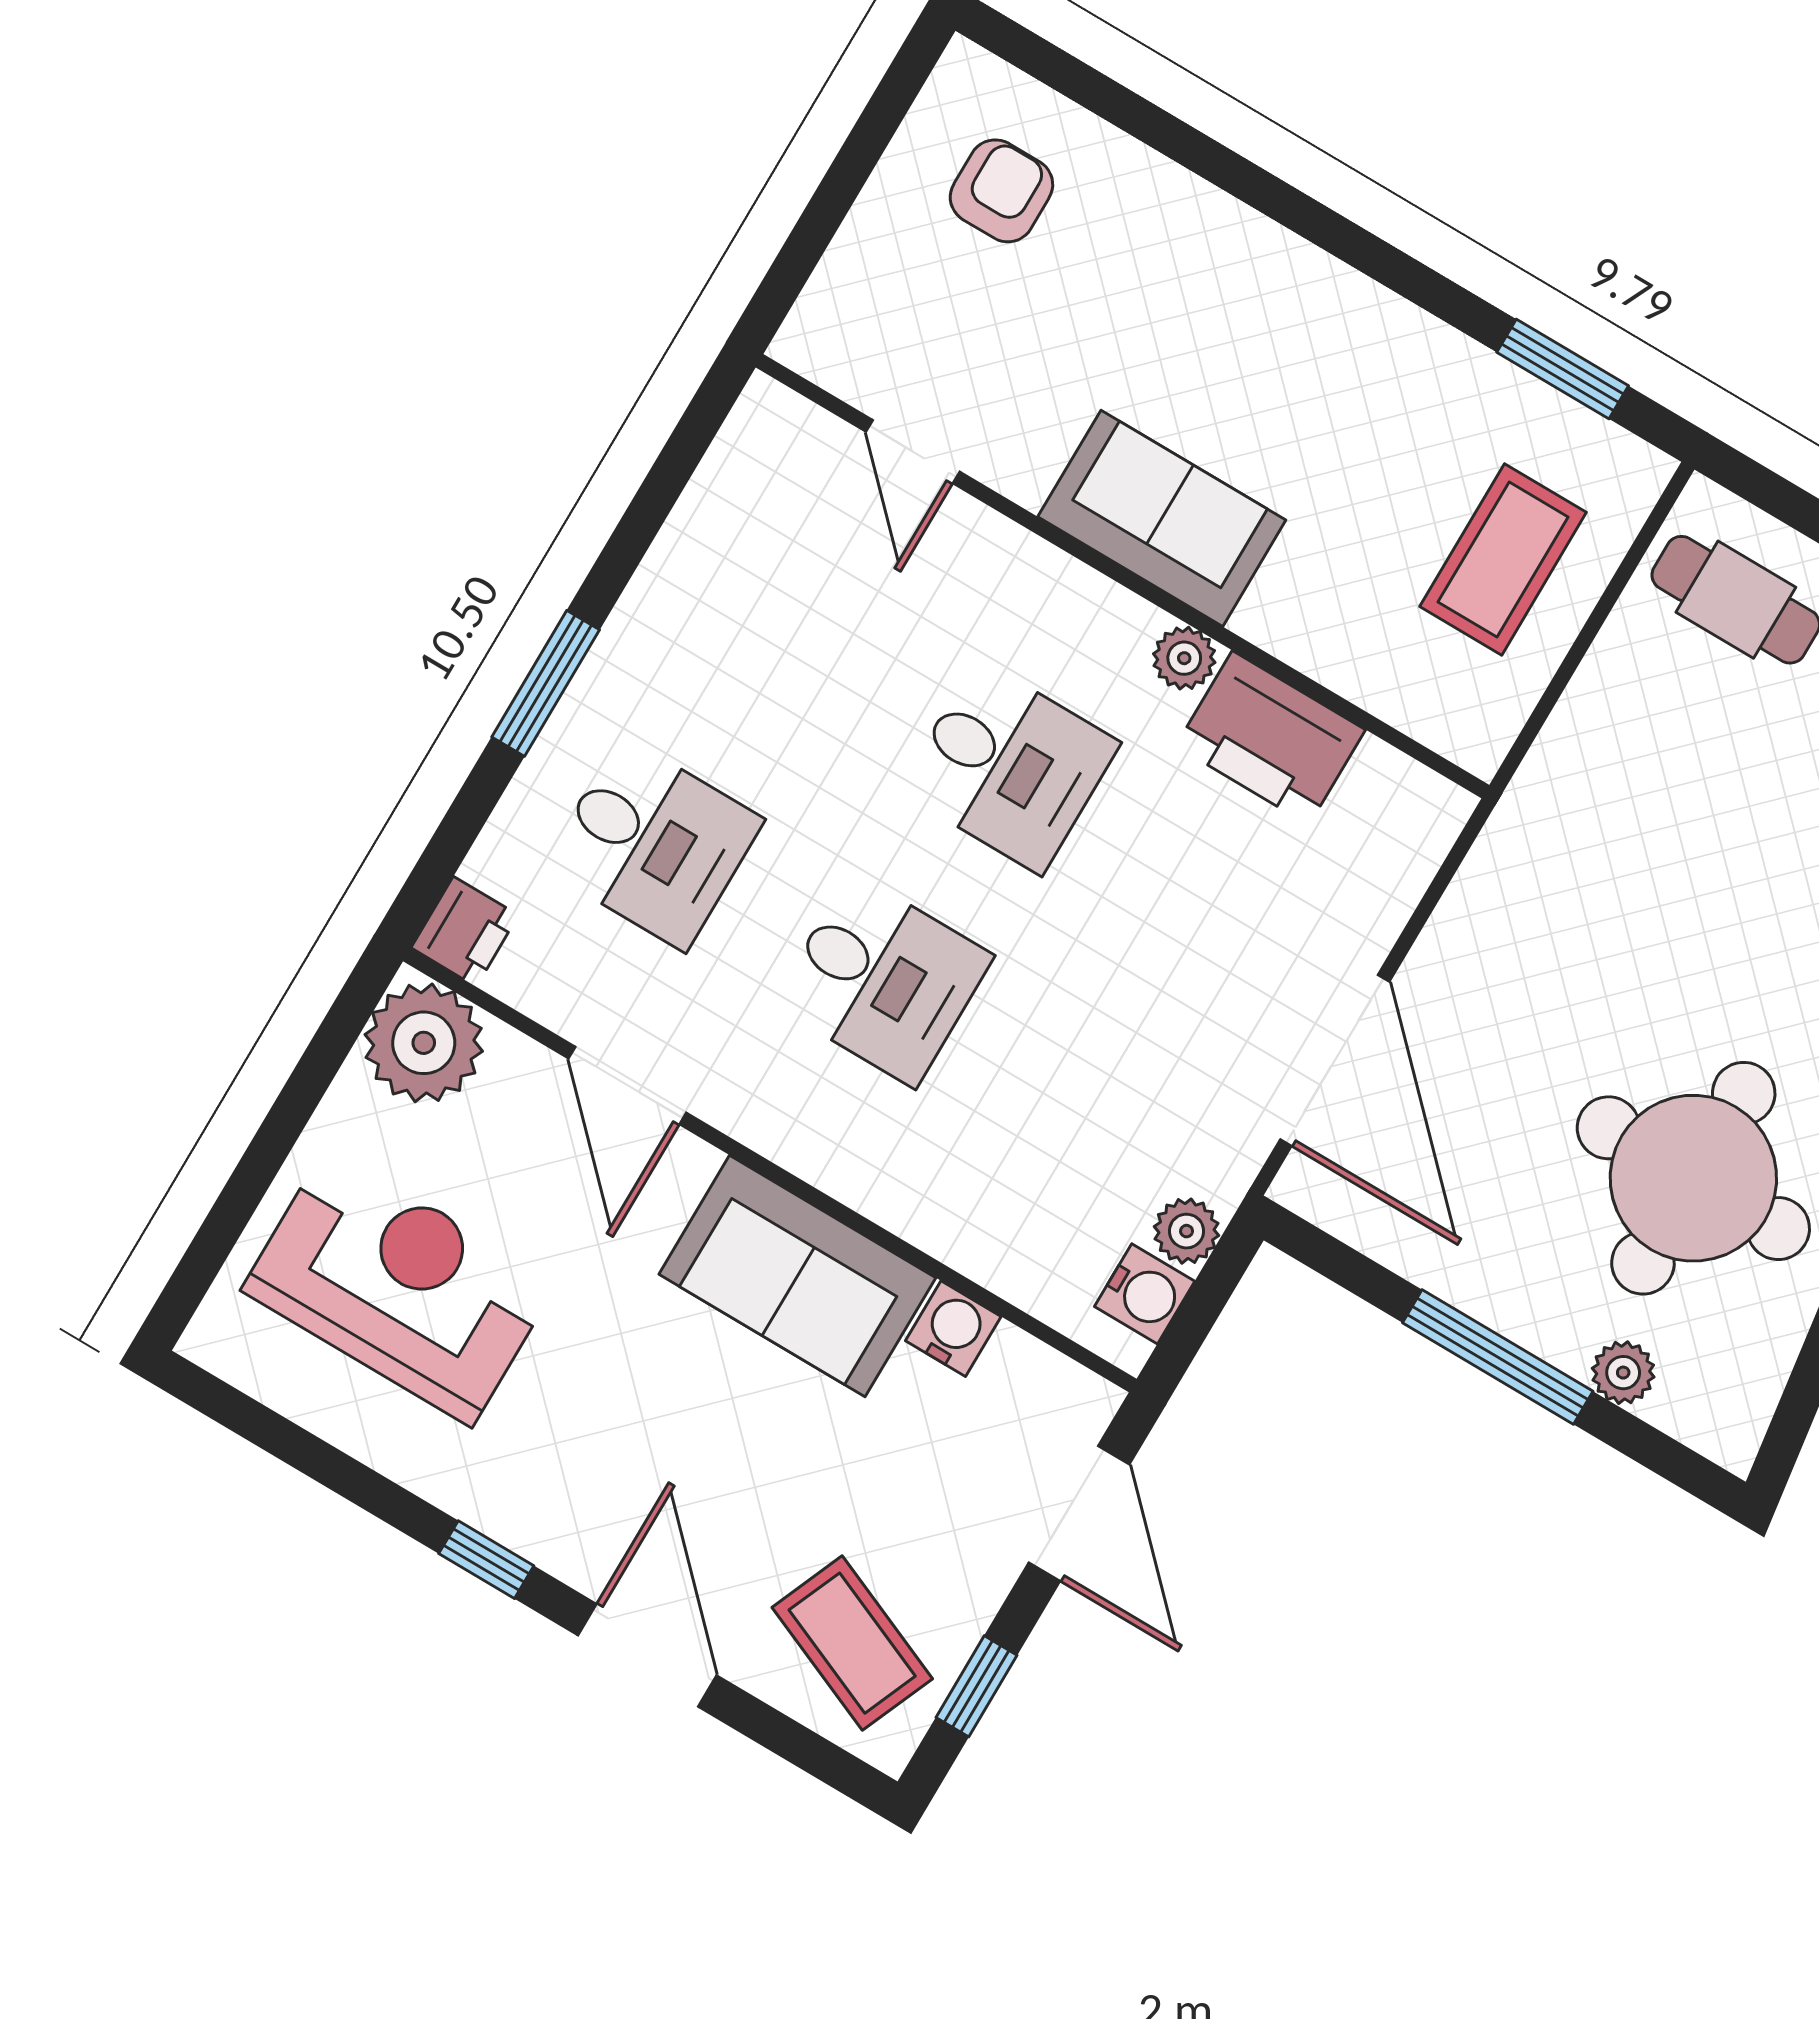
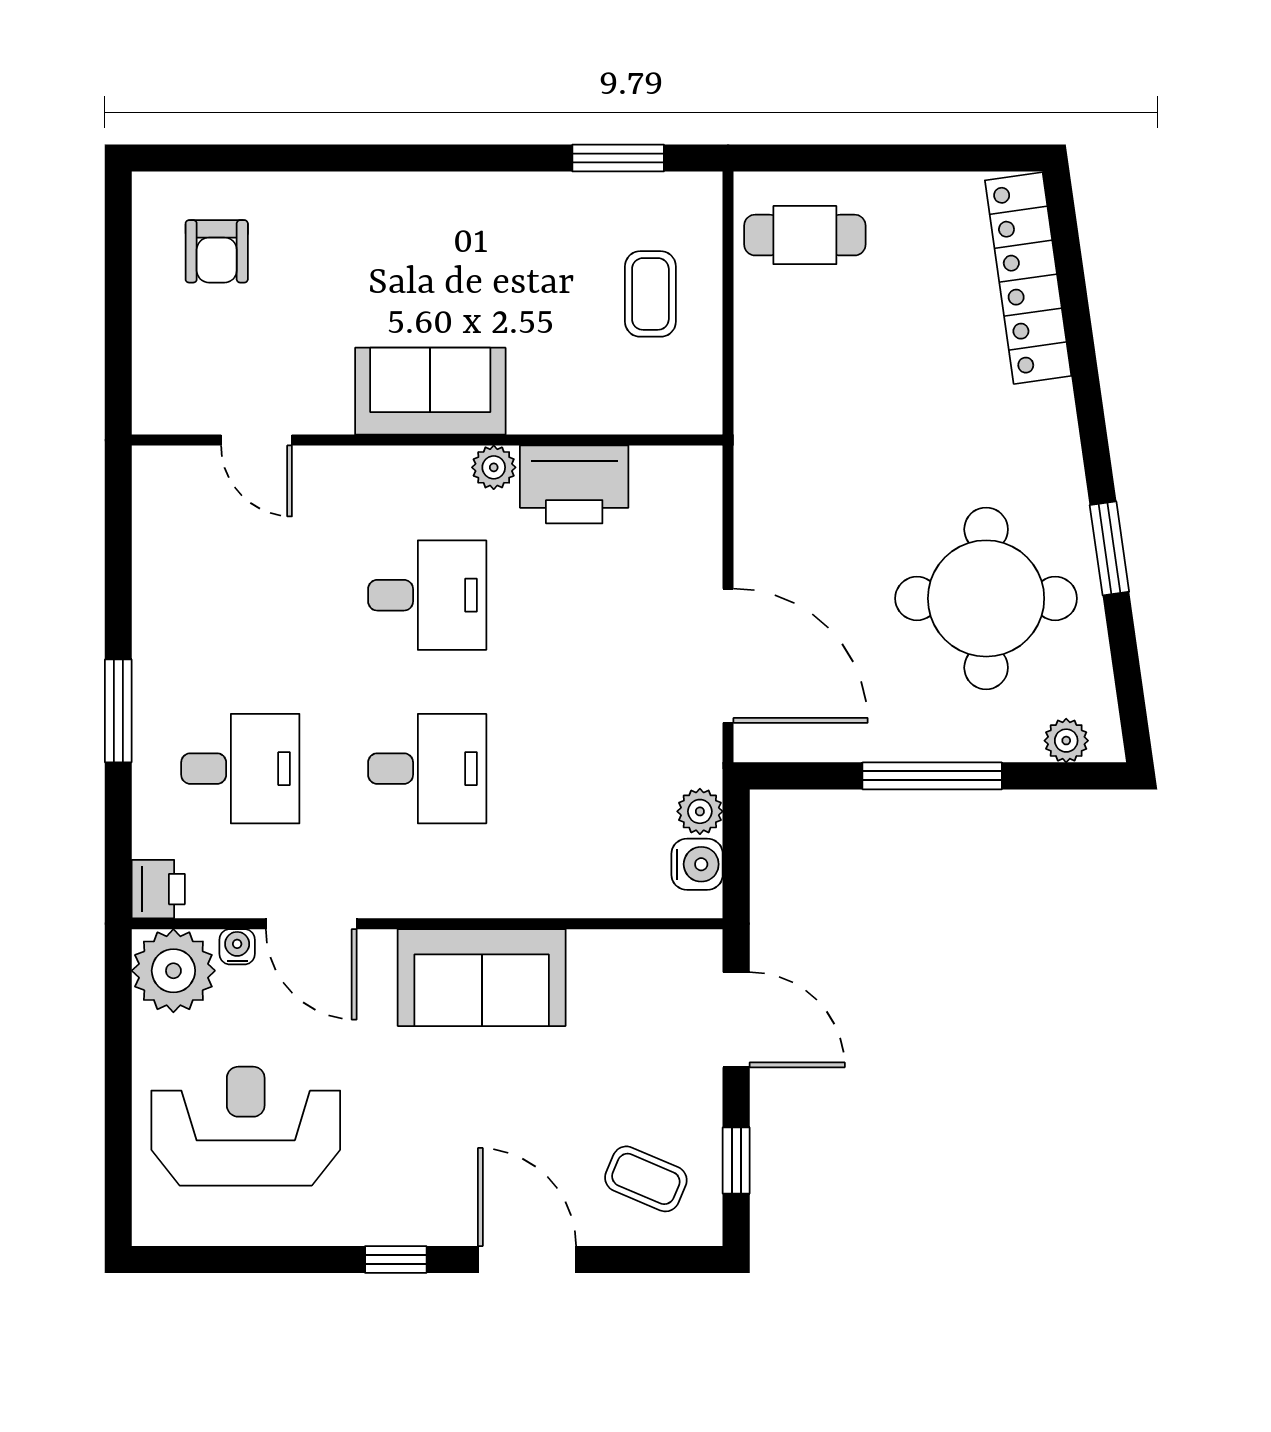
armchair: (1001, 191) -> (217, 251), turned 180
coffee table: (1503, 559) -> (650, 294), width x0.73, depth x0.77
water cooler: (953, 1329) -> (237, 947), moved, width x0.72, depth x0.72
plant: (1623, 1373) -> (1066, 741), moved
coffee table: (852, 1643) -> (646, 1179), width x0.73, depth x0.77

